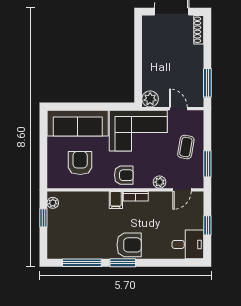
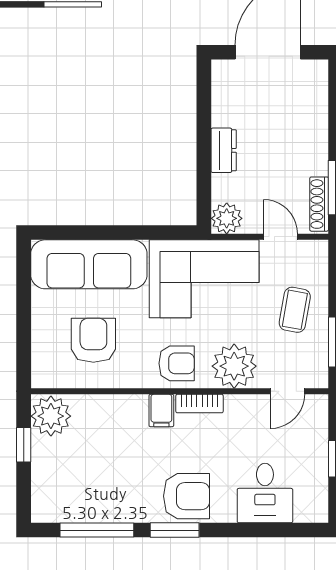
shoe rack: (199, 30) -> (319, 204), moved
dresser: (149, 63) -> (224, 150), added
plant: (160, 182) -> (234, 366), width x1.88, depth x1.88
plant: (53, 203) -> (51, 416), width x1.88, depth x1.88
desk: (188, 244) -> (265, 493), moved, turned 90

